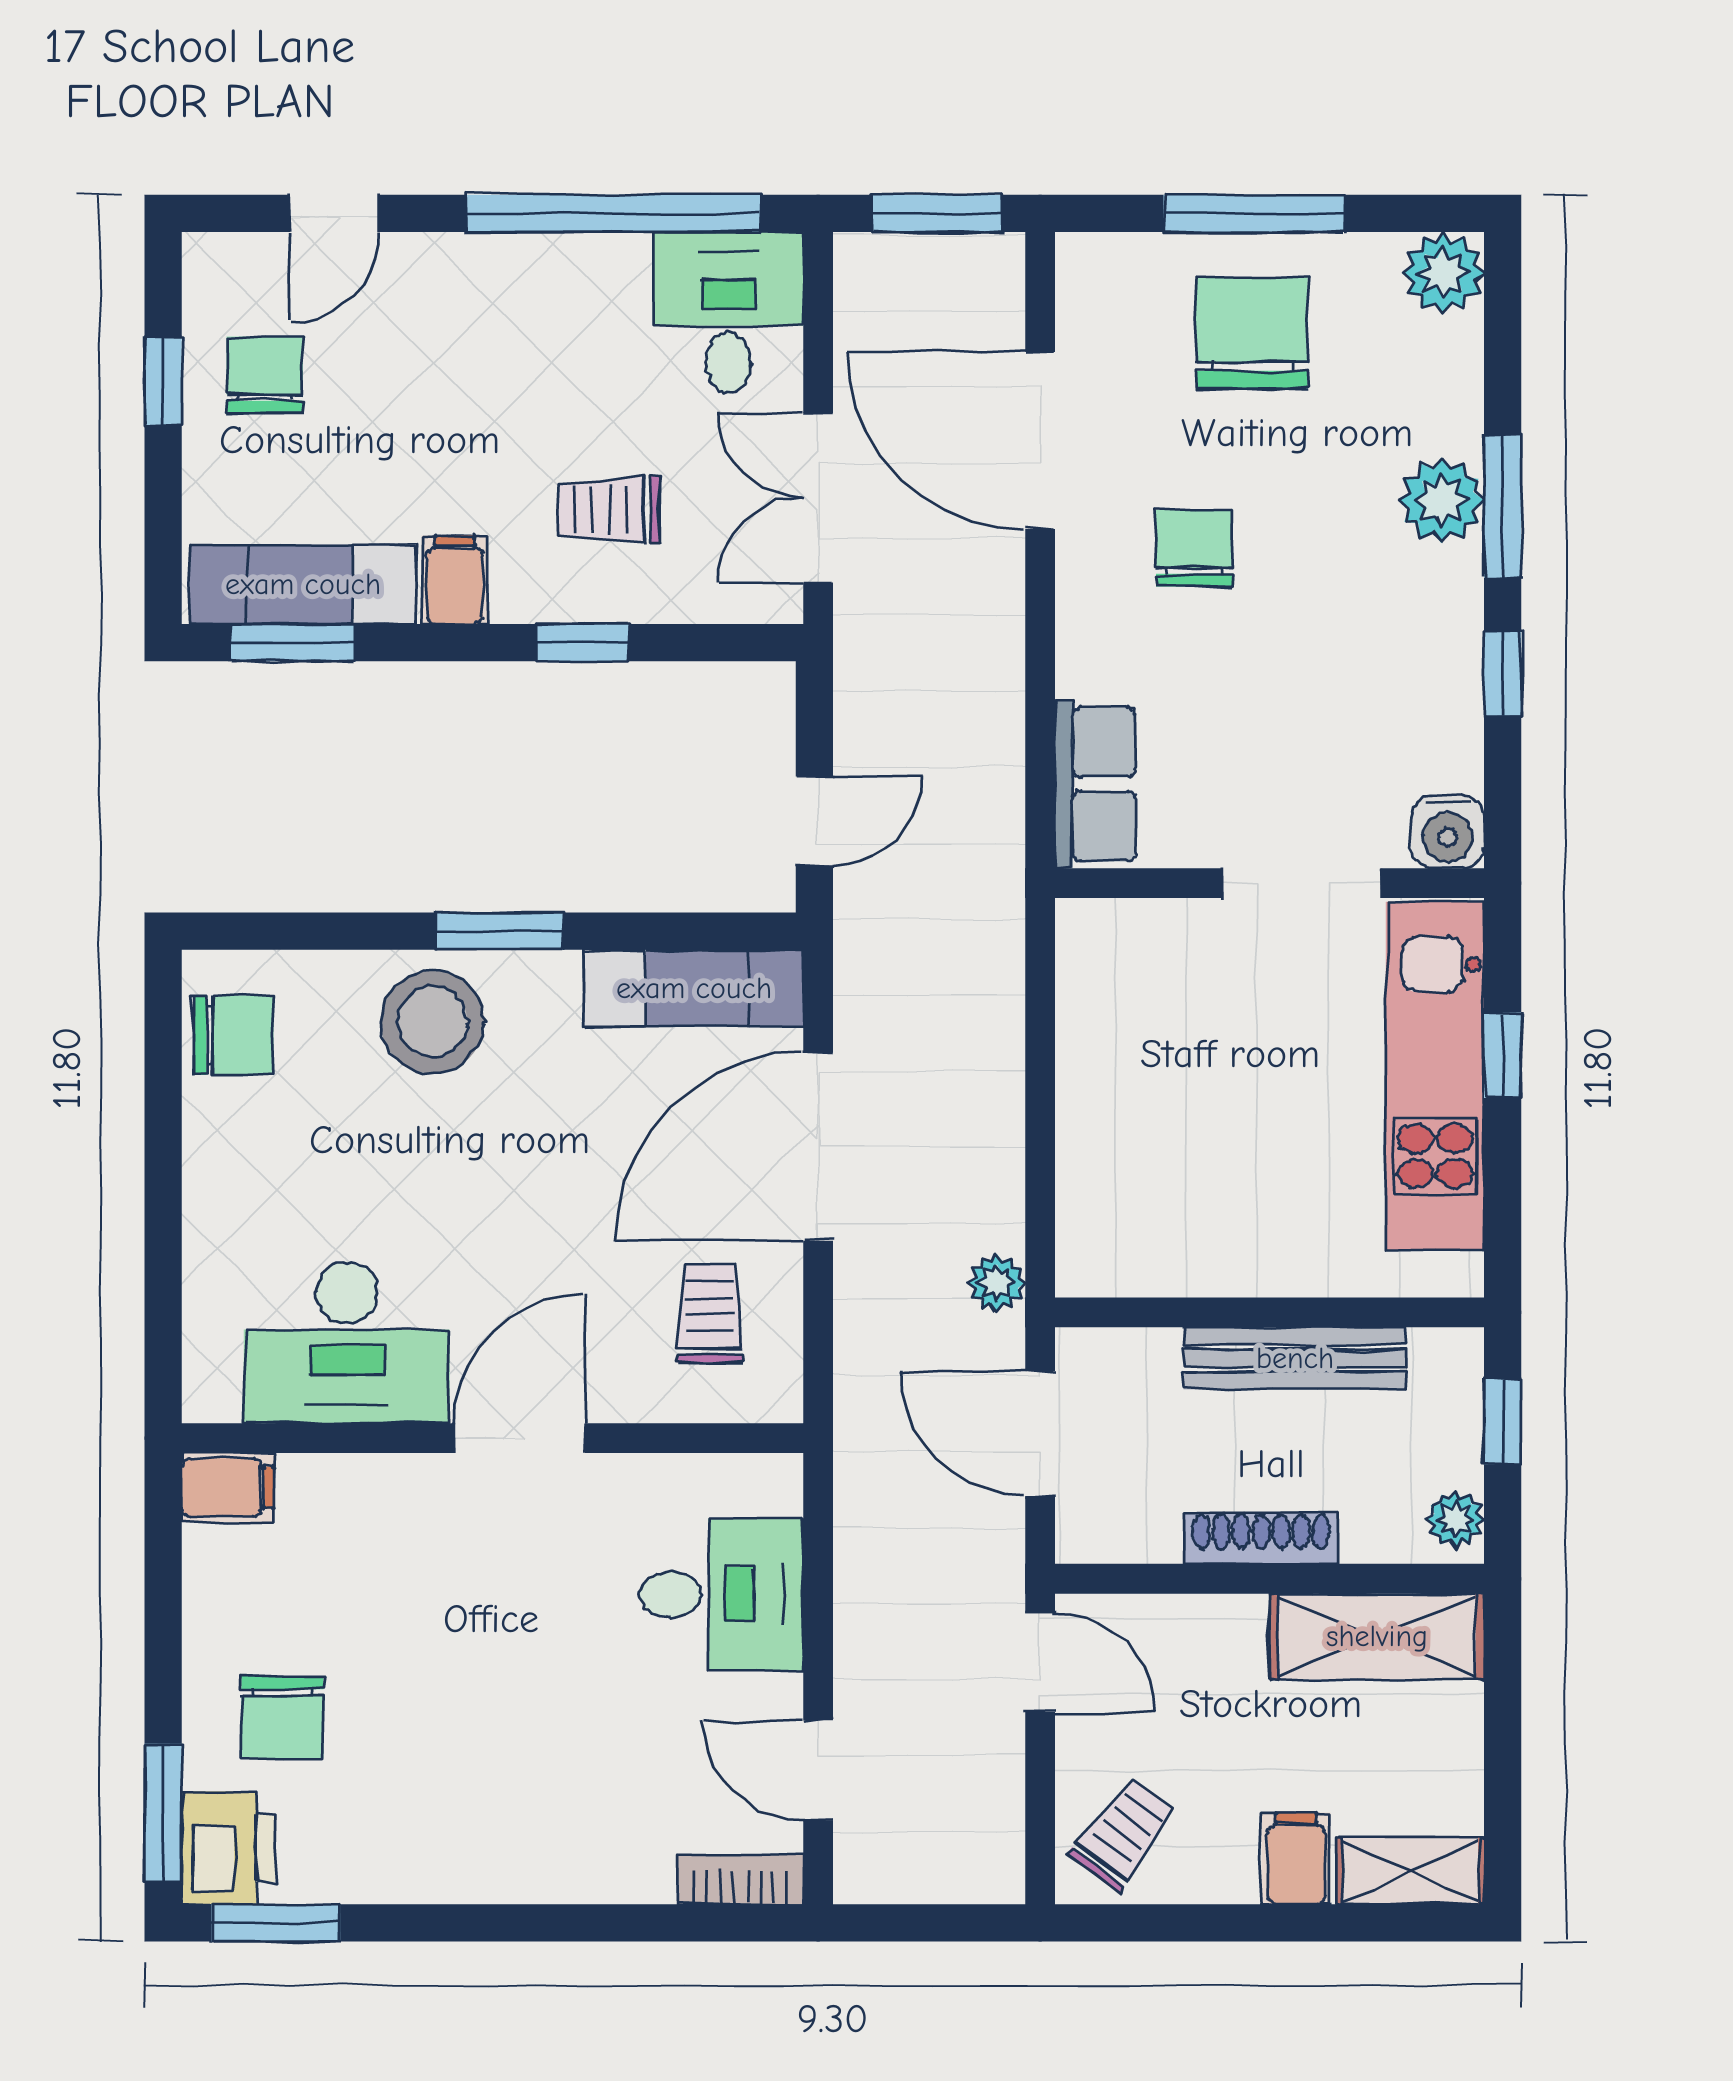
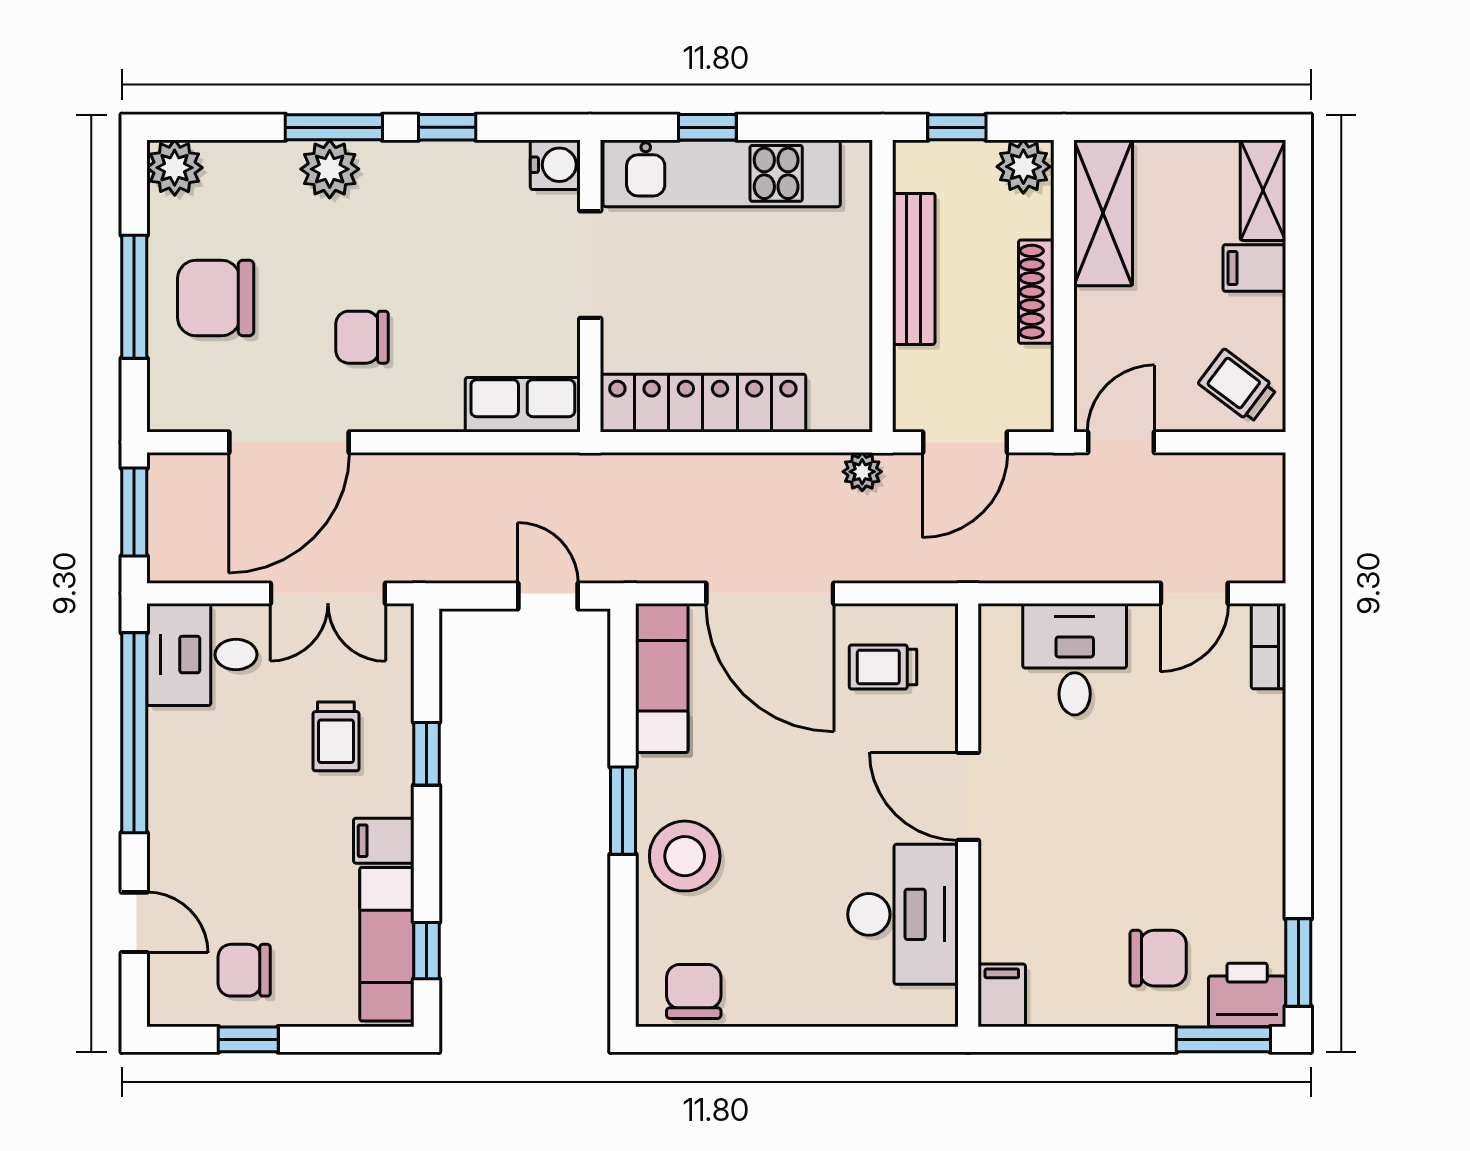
window: (293, 643) -> (426, 951), width x0.67
locker: (1098, 1049) -> (703, 403), added
plant: (1456, 1519) -> (1023, 167), width x1.38, depth x1.38

